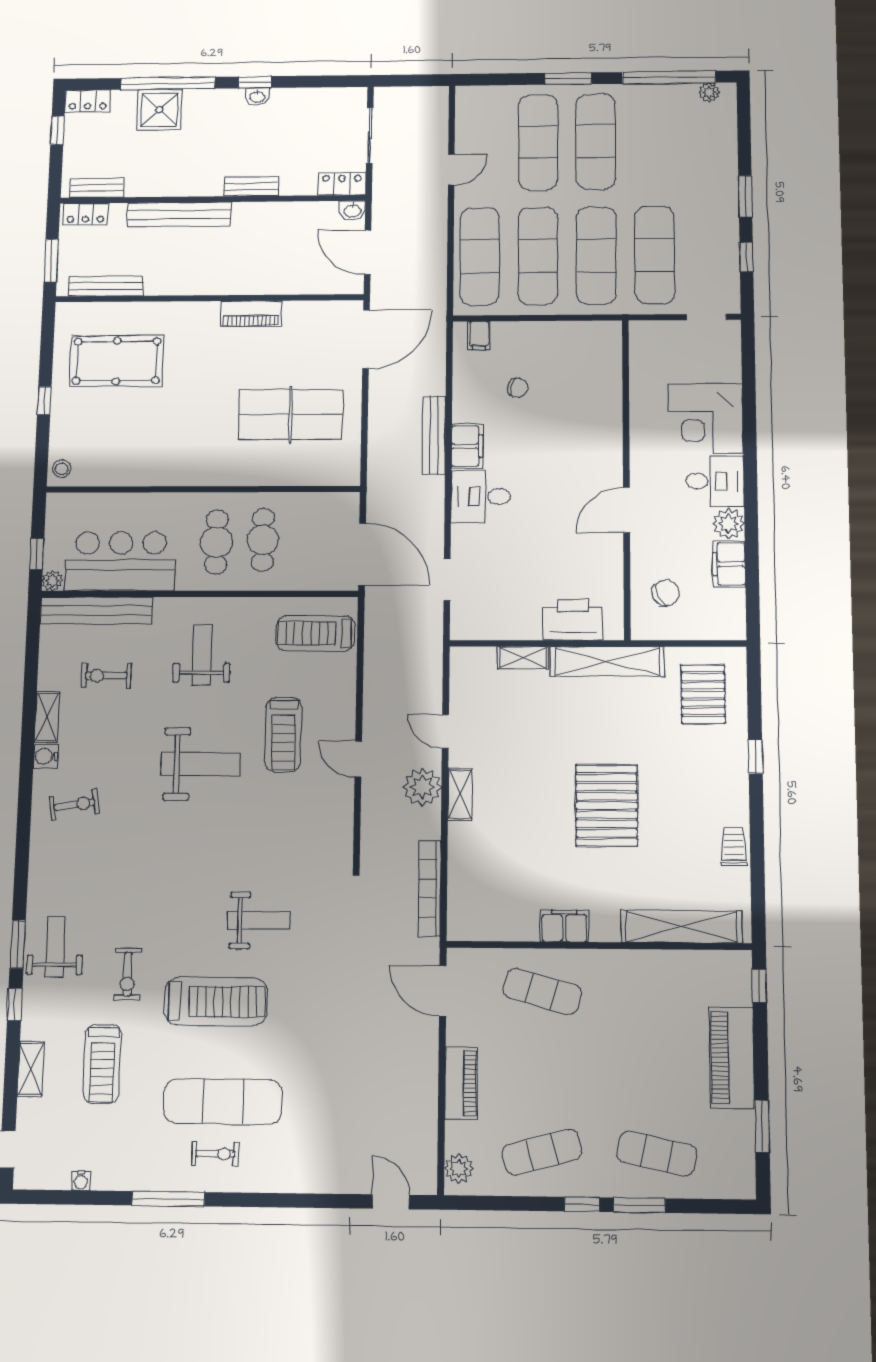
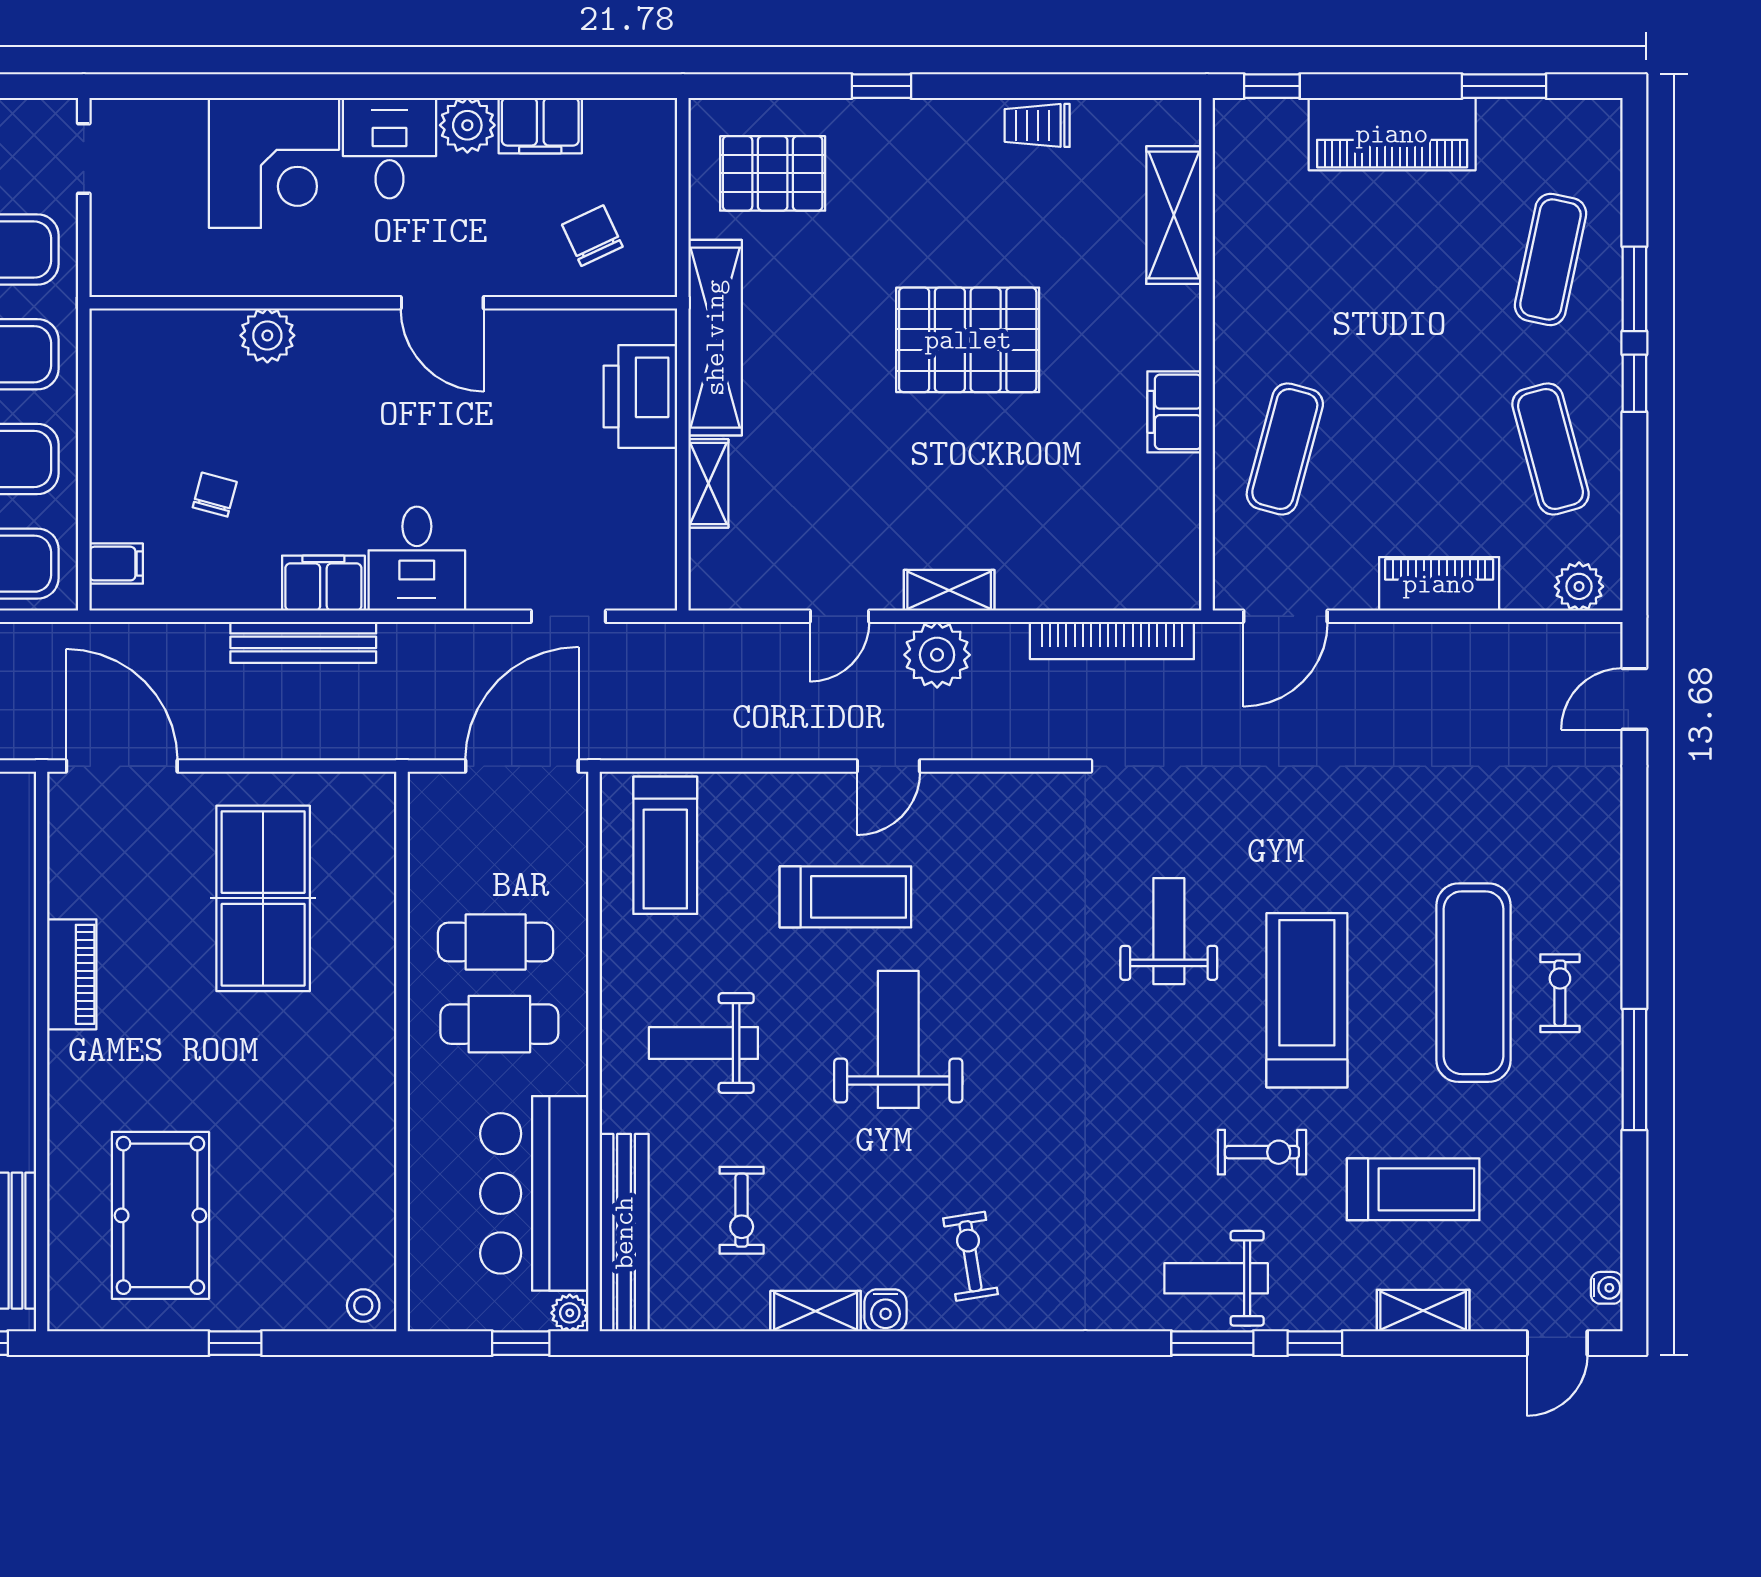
plant: (607, 415) -> (267, 335), added
shelving: (681, 927) -> (1174, 215), width x0.68
water cooler: (81, 1181) -> (1607, 1288), moved

